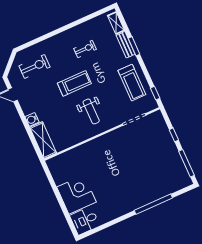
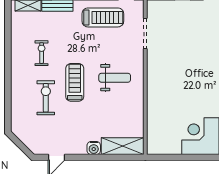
exercise bike: (35, 66) -> (46, 98), moved

